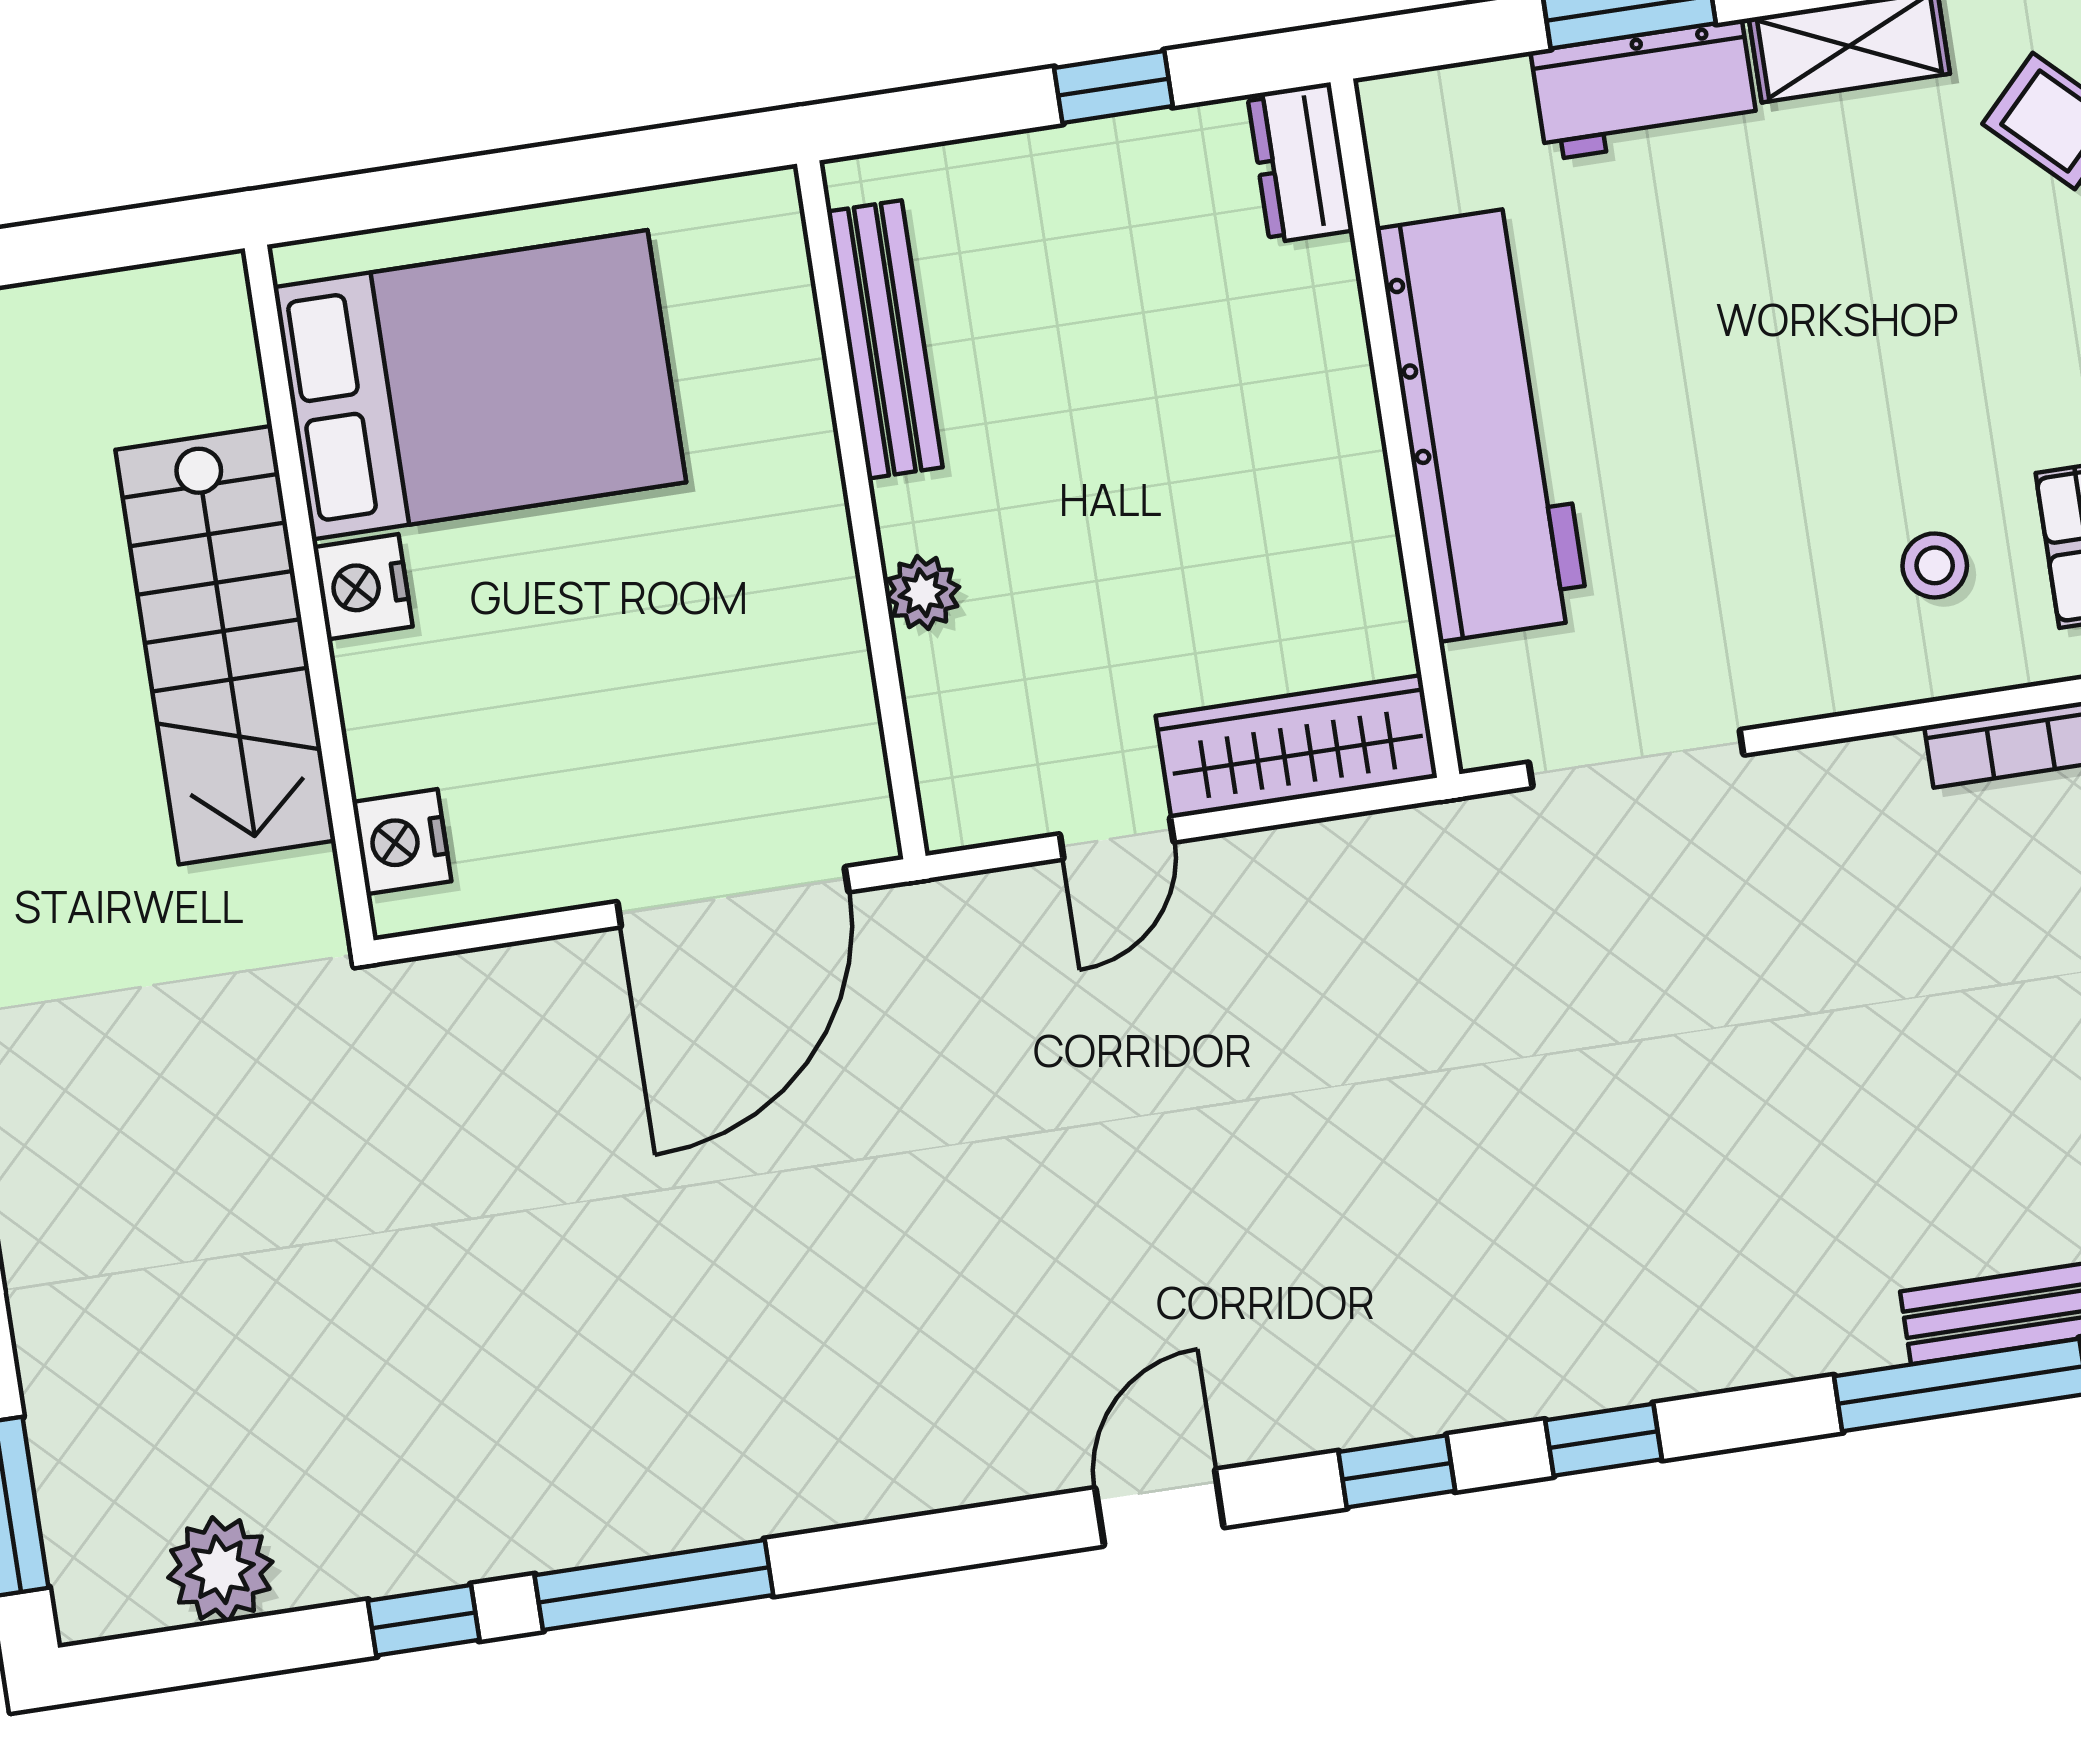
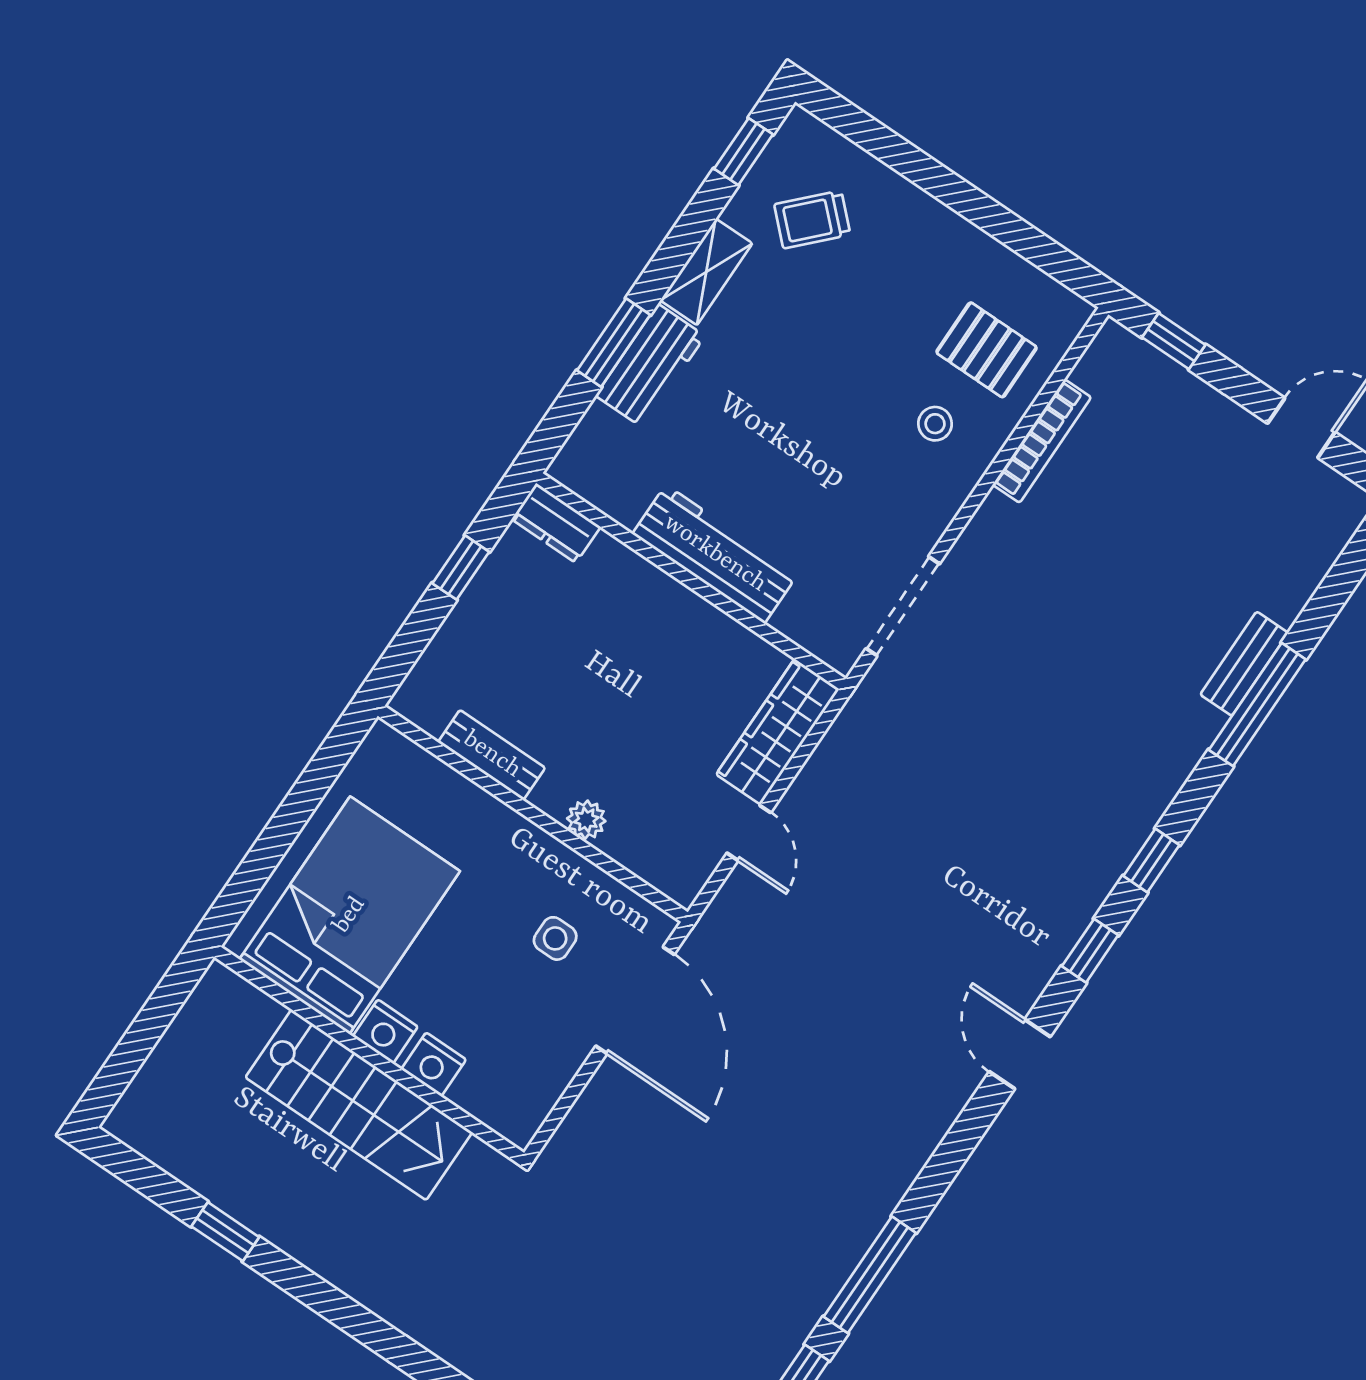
bench: (885, 339) -> (492, 755), width x0.73
workbench: (1483, 424) -> (715, 554), width x0.73, depth x0.76
side table: (715, 704) -> (555, 938), added
nightstand: (402, 842) -> (434, 1064), moved

